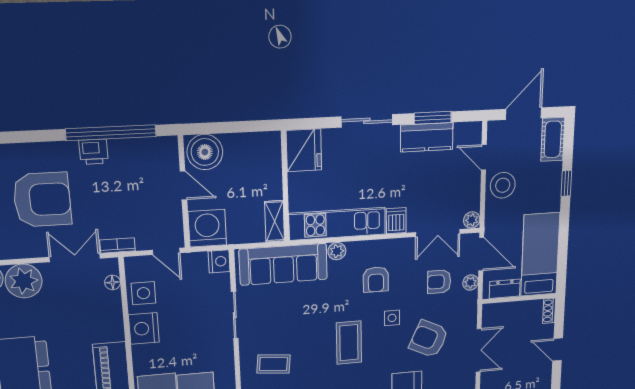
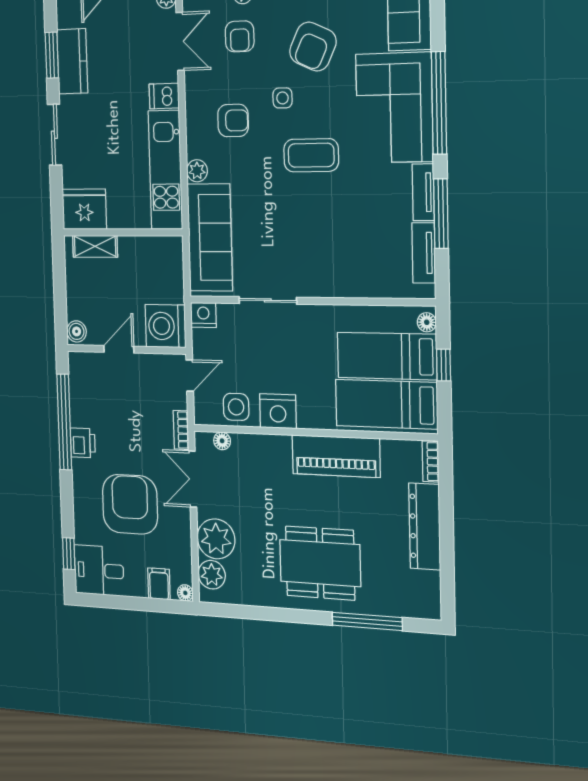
boiler: (205, 152) -> (77, 331), width x0.54, depth x0.54
shelving: (275, 221) -> (95, 246), moved
coffee table: (274, 364) -> (333, 255), removed

